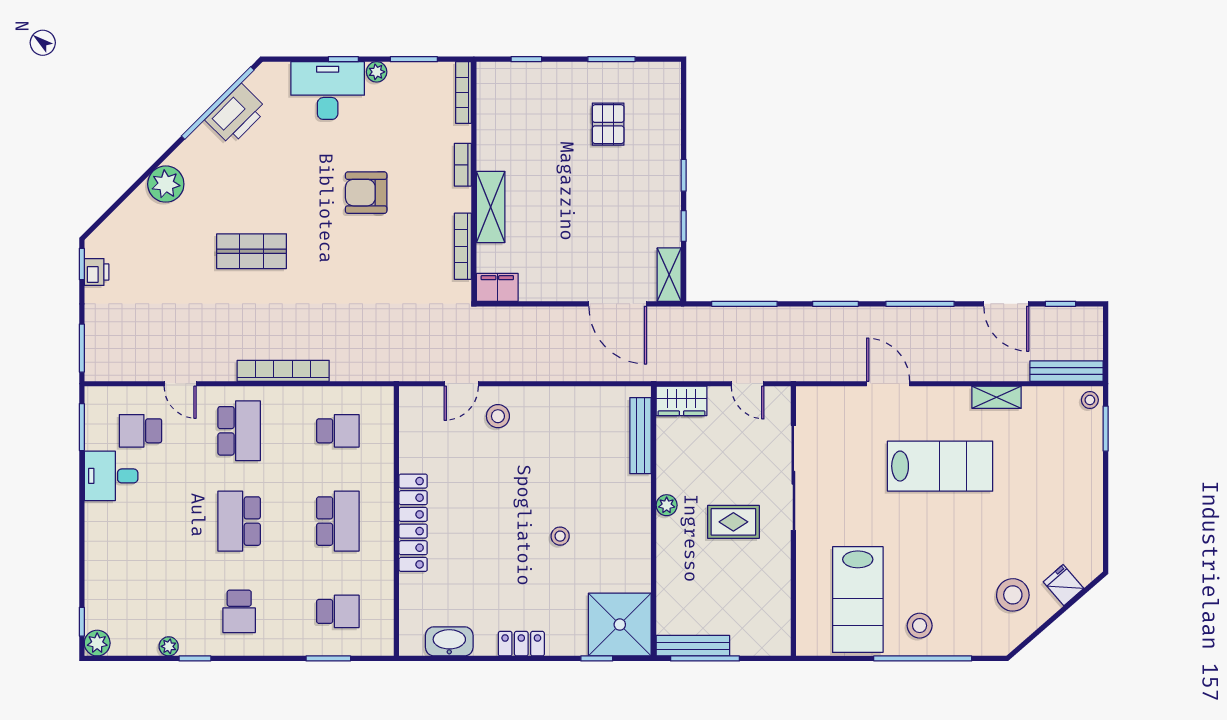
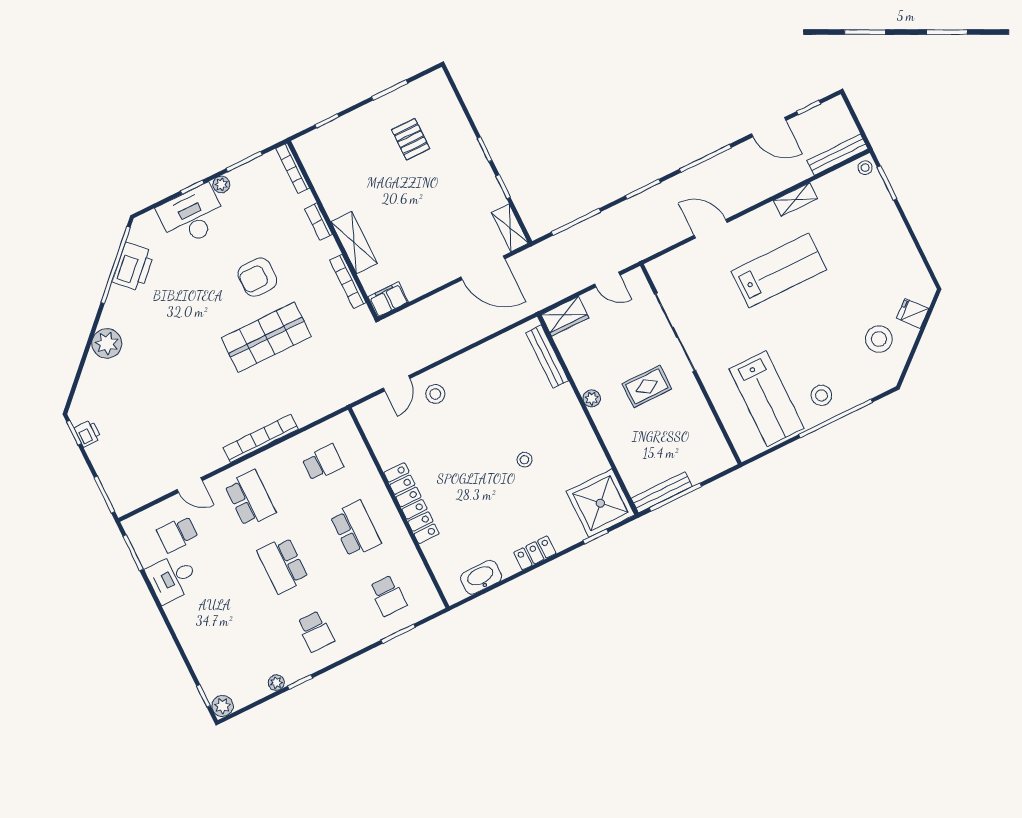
shop shelf: (252, 251) -> (266, 337), moved, width x1.43, depth x1.36
school desk: (338, 611) -> (388, 596), turned 90

